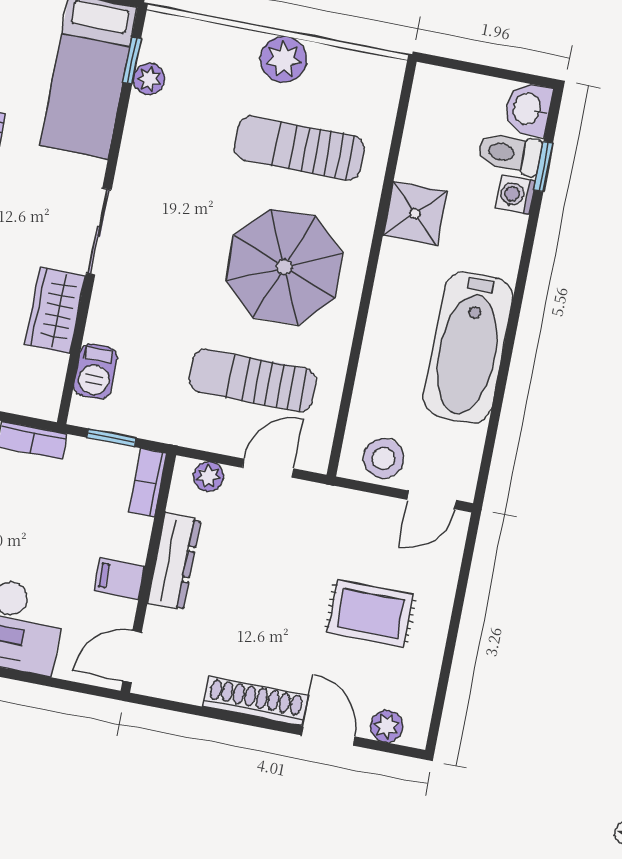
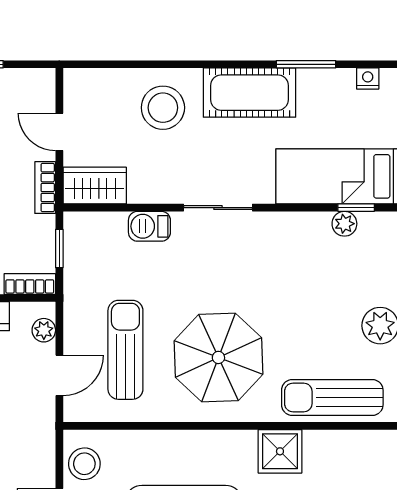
sun lounger: (299, 148) -> (332, 397), moved, turned -90
wardrobe: (55, 310) -> (95, 186), moved
barbecue: (95, 371) -> (149, 226), moved
door: (268, 468) -> (59, 375), hinge flipped

